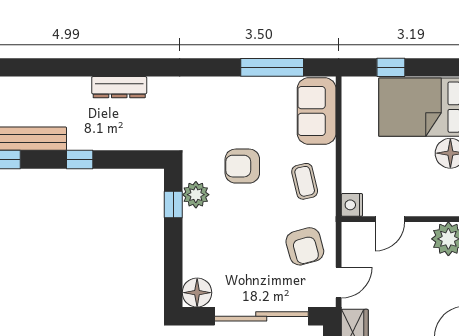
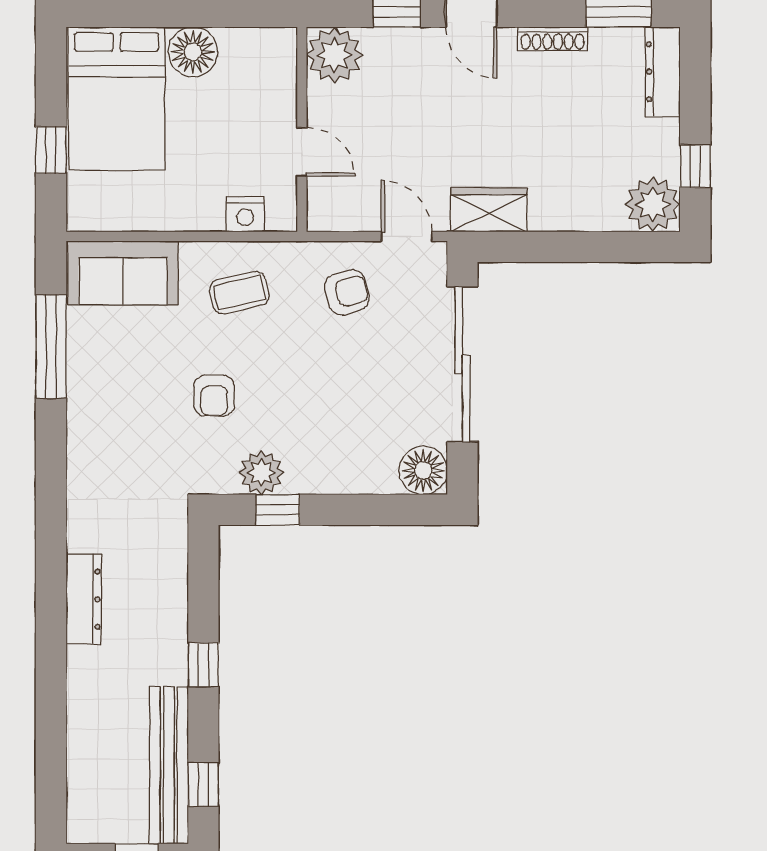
armchair: (242, 166) -> (214, 396), width x0.72, depth x0.72
nightstand: (352, 205) -> (245, 214), moved
armchair: (305, 246) -> (347, 292), width x0.72, depth x0.72

